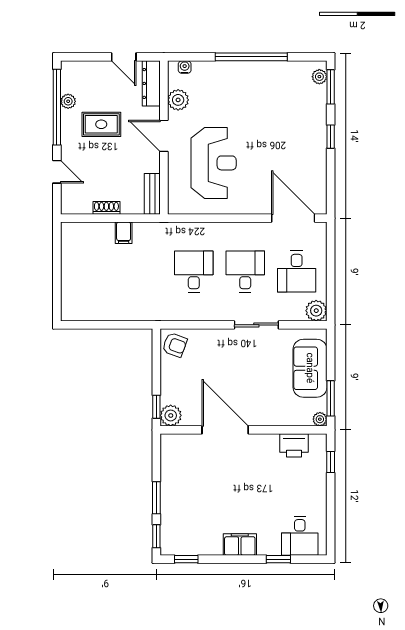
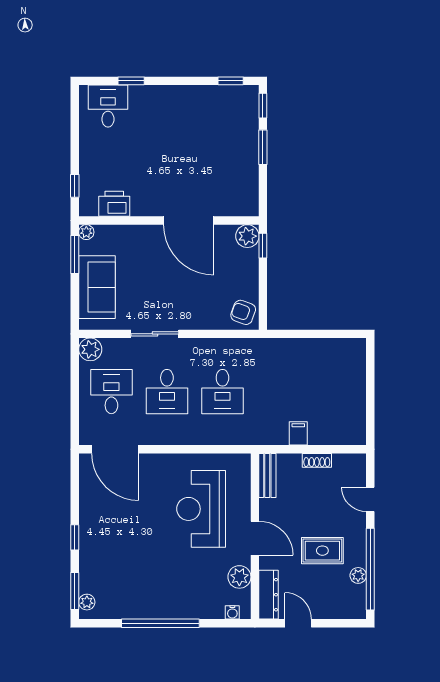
filing cabinet: (240, 545) -> (173, 97), removed

